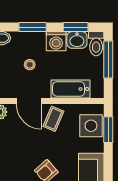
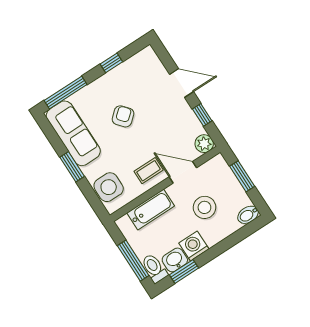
window: (33, 27) -> (225, 245), removed
stool: (30, 65) -> (204, 207), width x1.89, depth x1.89
coffee table: (53, 119) -> (149, 171), turned 67
window: (108, 130) -> (72, 167), moved

